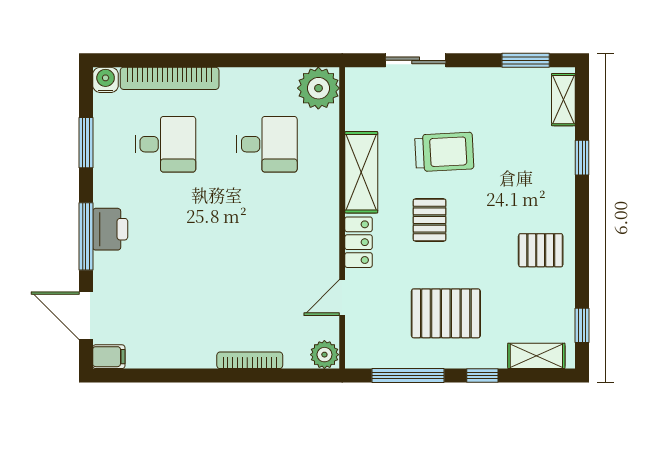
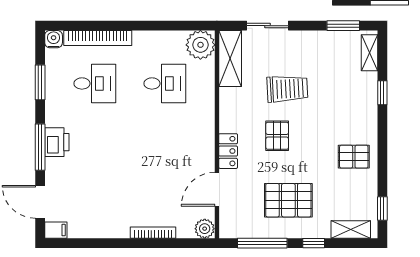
shelving: (361, 172) -> (230, 59), moved
door: (342, 297) -> (217, 189), width x1.38

